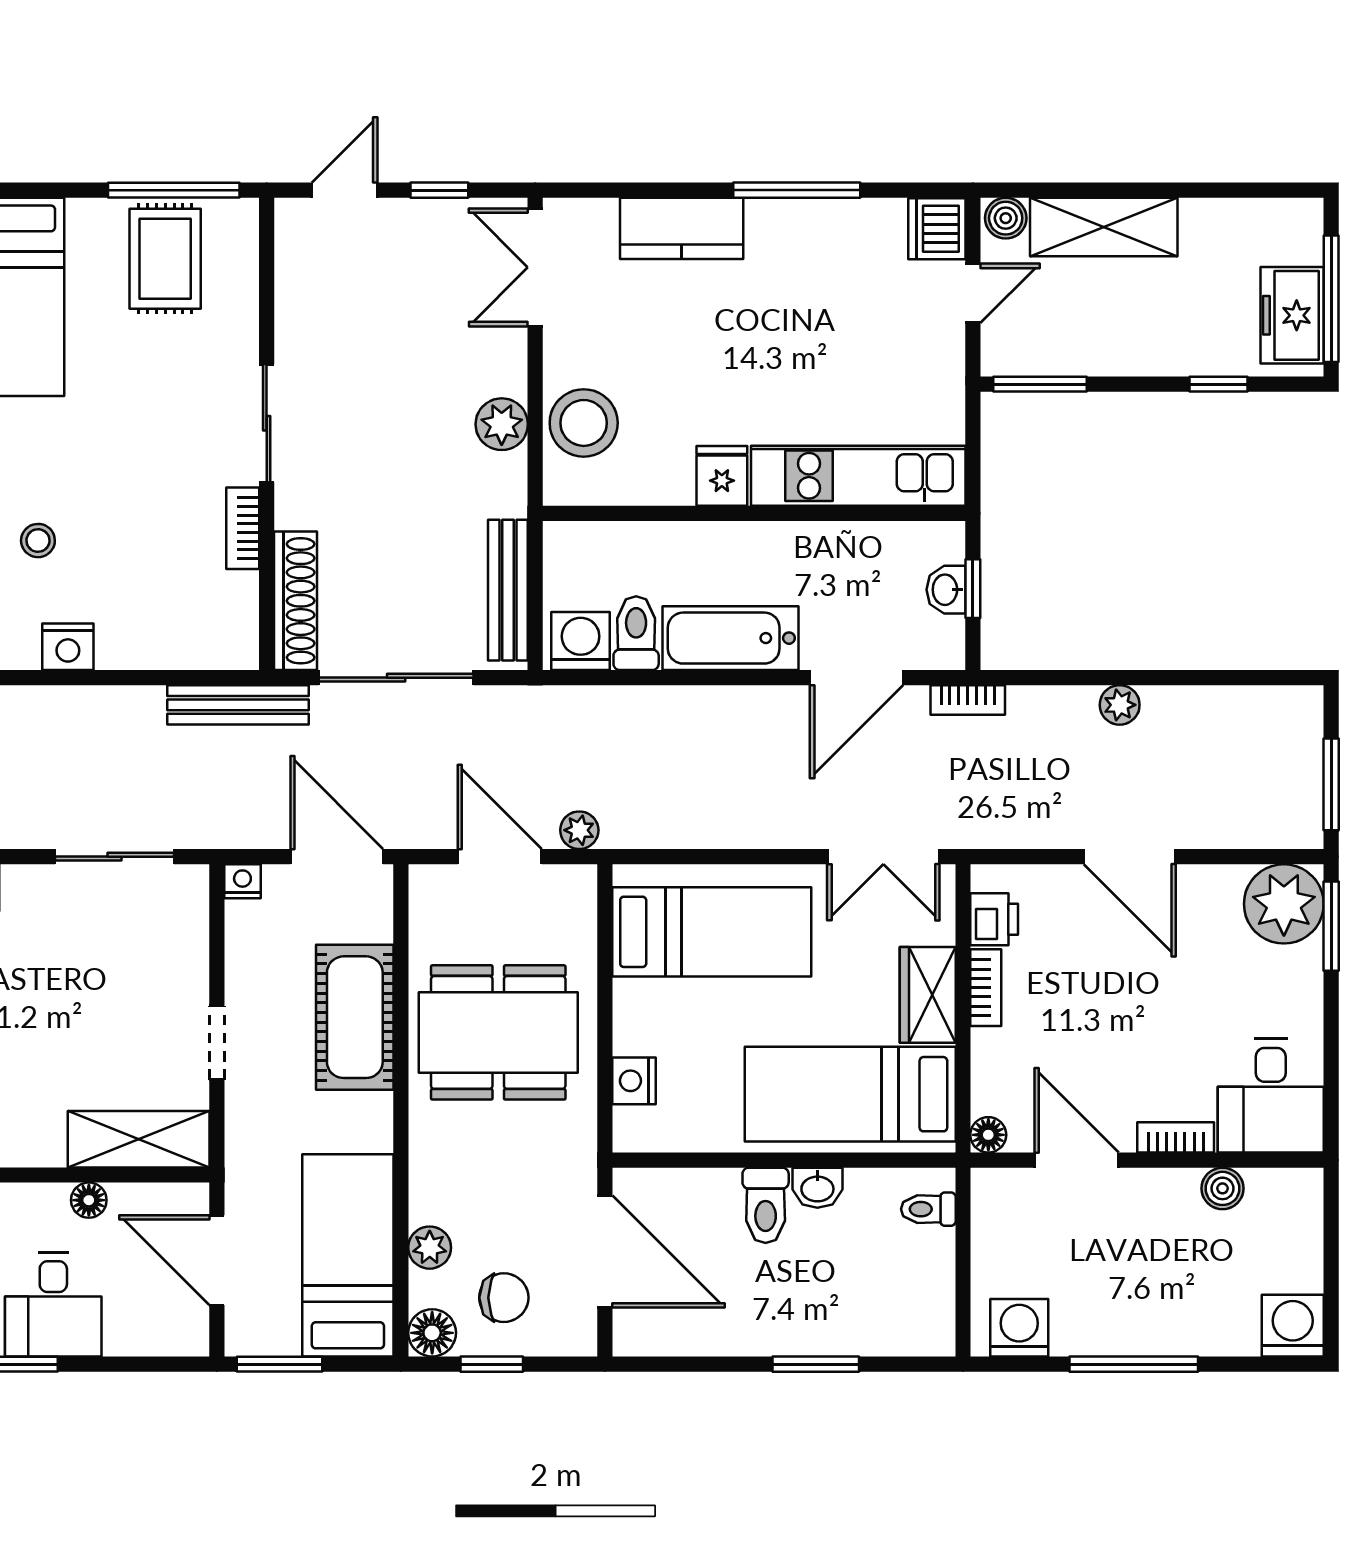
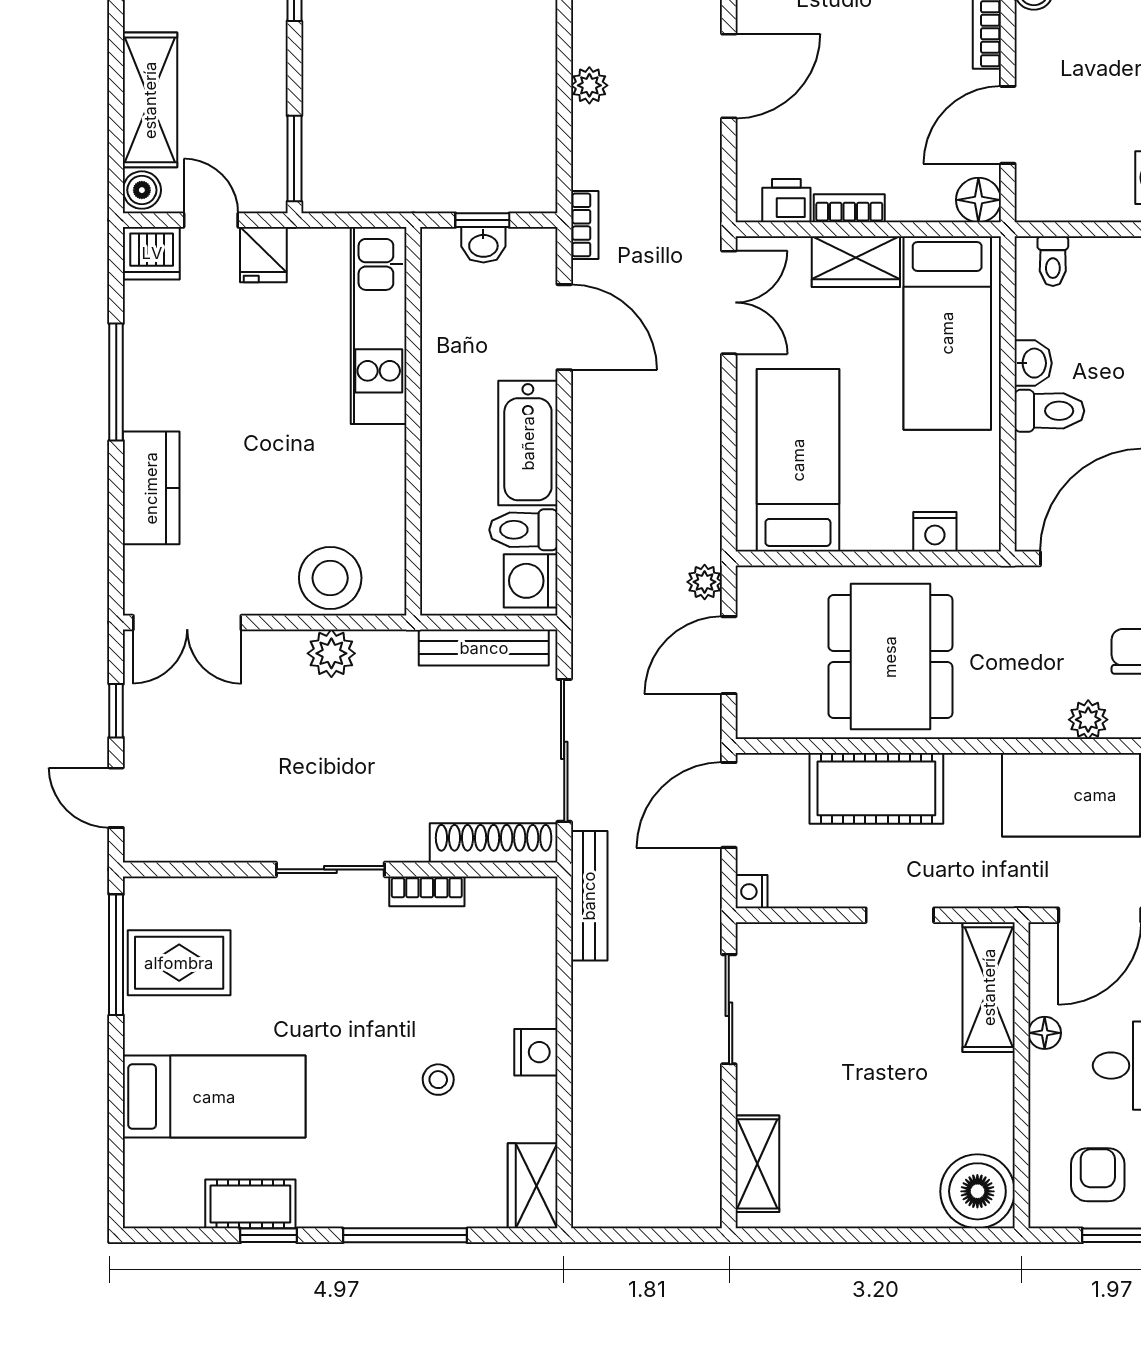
fridge: (722, 476) -> (263, 255), moved, turned -90
floor lamp: (988, 1135) -> (978, 200), width x1.37, depth x1.37

